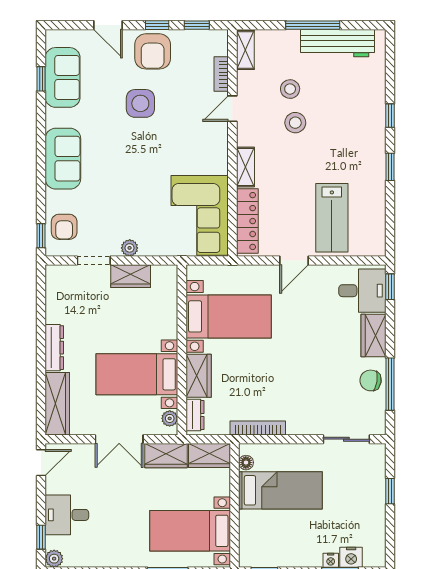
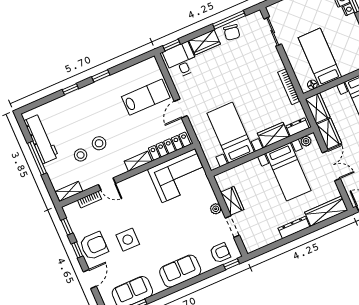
door: (294, 261) -> (181, 108), swing flipped

